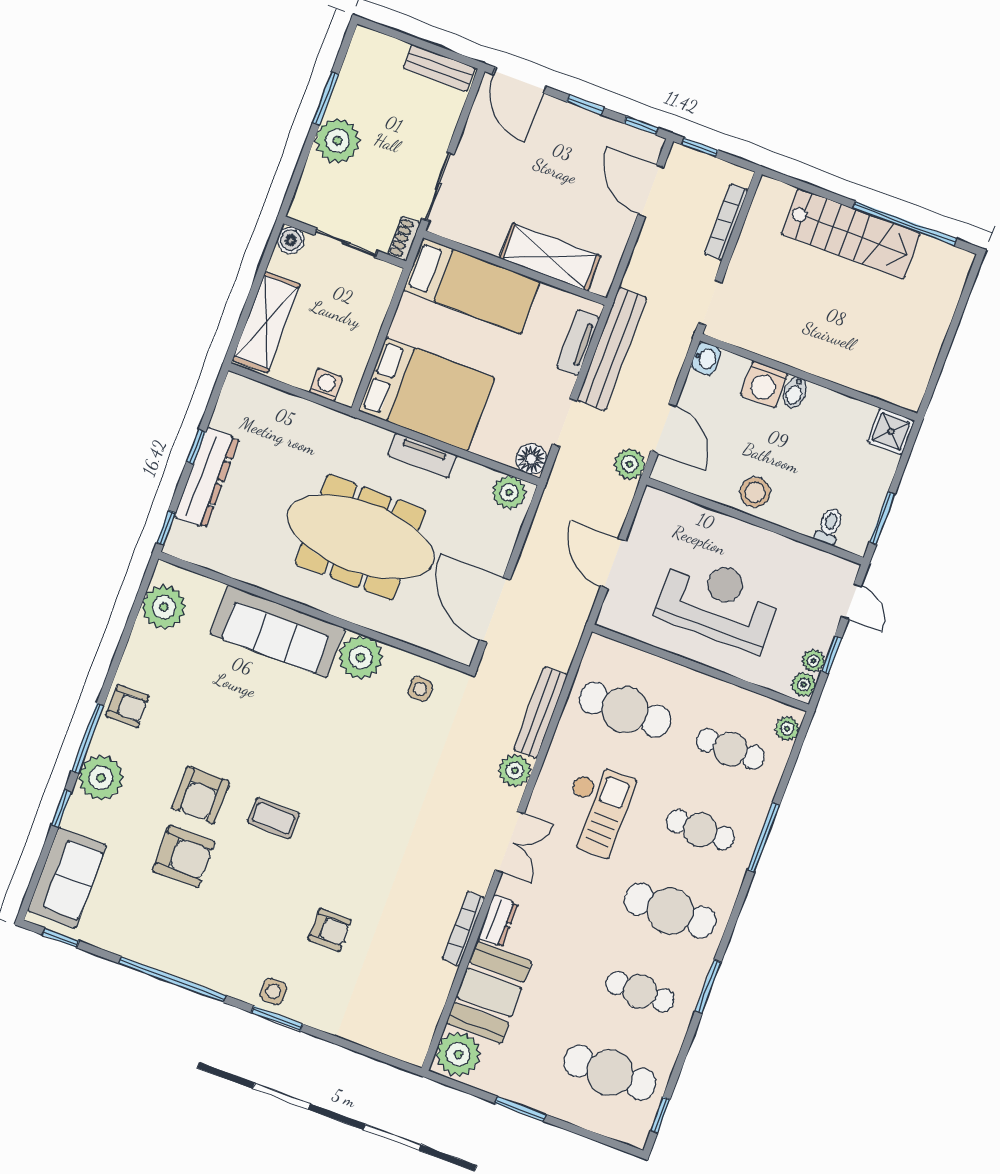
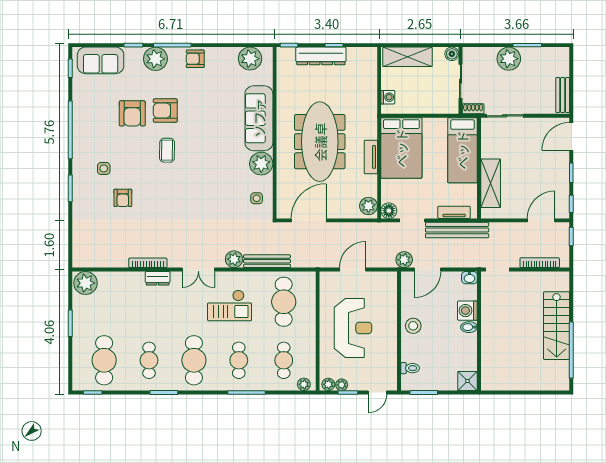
armchair: (127, 706) -> (195, 59), turned 90
side table: (273, 991) -> (104, 168), moved
booth: (489, 992) -> (121, 287), removed

